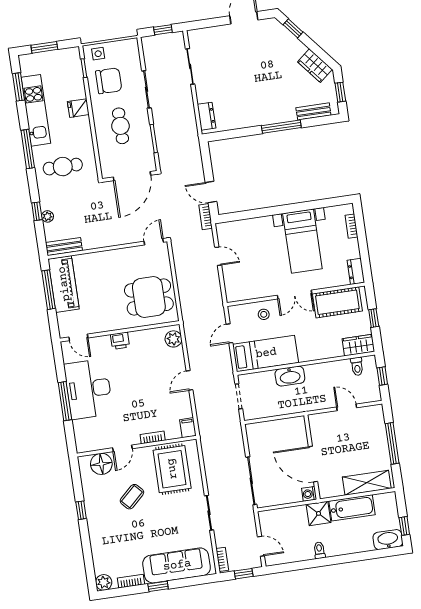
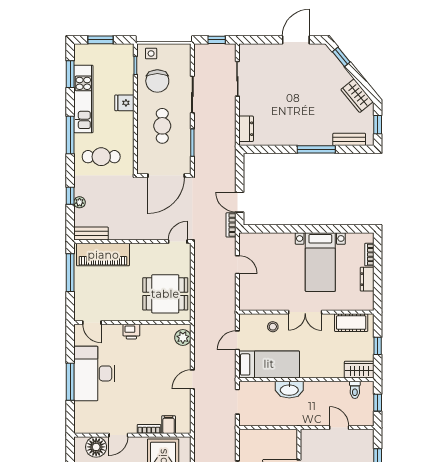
chair: (109, 81) -> (157, 81), turned 90
dresser: (356, 271) -> (367, 279), moved
piano: (64, 284) -> (103, 255), moved, turned 90
cot: (337, 302) -> (351, 323), width x0.73, depth x0.75
filing cabinet: (188, 428) -> (169, 425), moved

